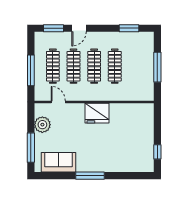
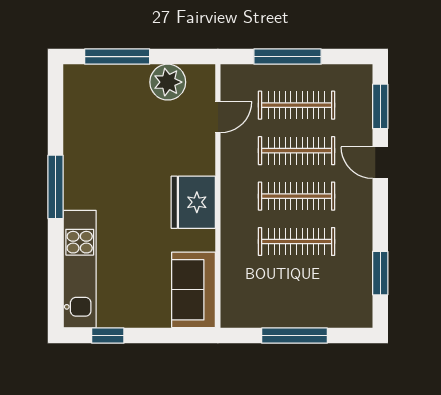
sofa: (58, 162) -> (194, 290), moved, turned 180
kitchen unit: (127, 165) -> (80, 269), added

